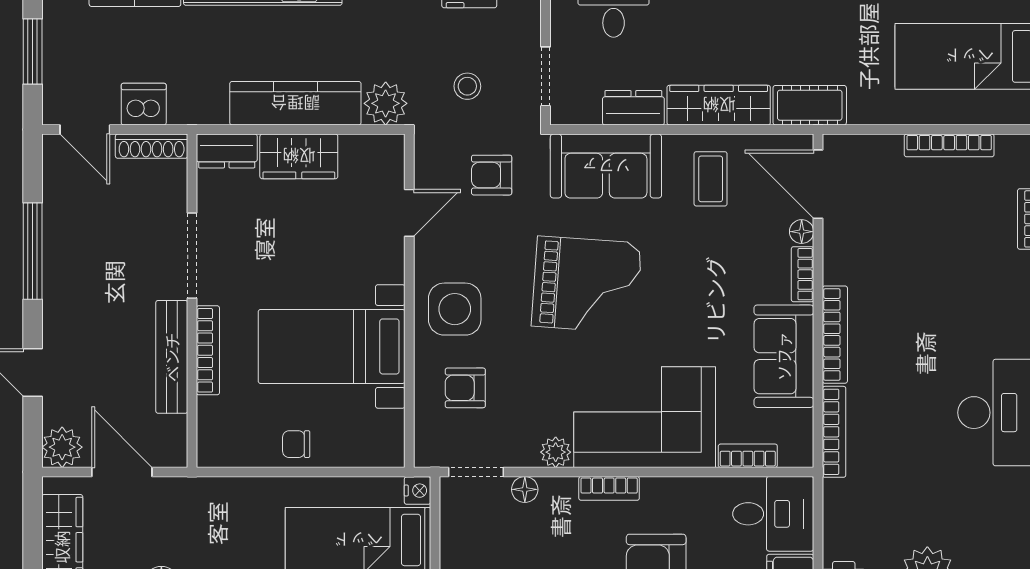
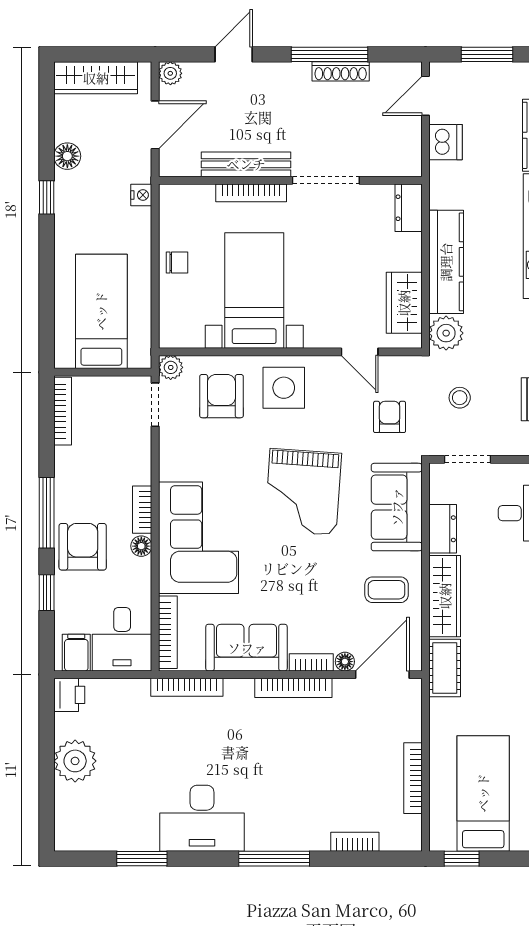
shoe rack: (152, 146) -> (341, 71), moved, turned -90
wardrobe: (299, 156) -> (404, 303), moved
bookcase: (835, 335) -> (293, 688), moved
armchair: (465, 388) -> (221, 396), width x1.38, depth x1.38
chair: (296, 444) -> (177, 263), turned 90
plant: (62, 447) -> (170, 73), width x0.73, depth x0.73
plant: (556, 452) -> (171, 367), moved
bookcase: (748, 456) -> (168, 632), width x1.56
floor lamp: (525, 489) -> (141, 546), moved
nightstand: (418, 491) -> (141, 195), moved, turned -90

